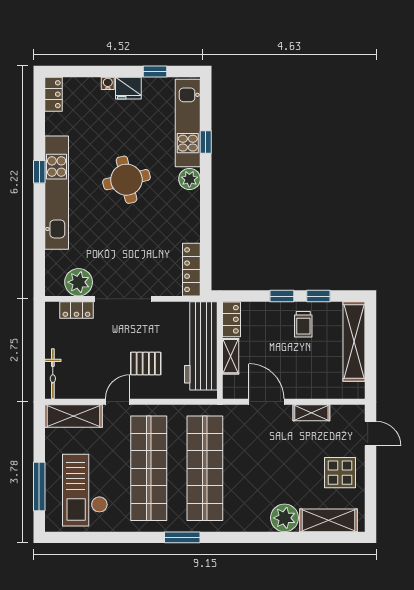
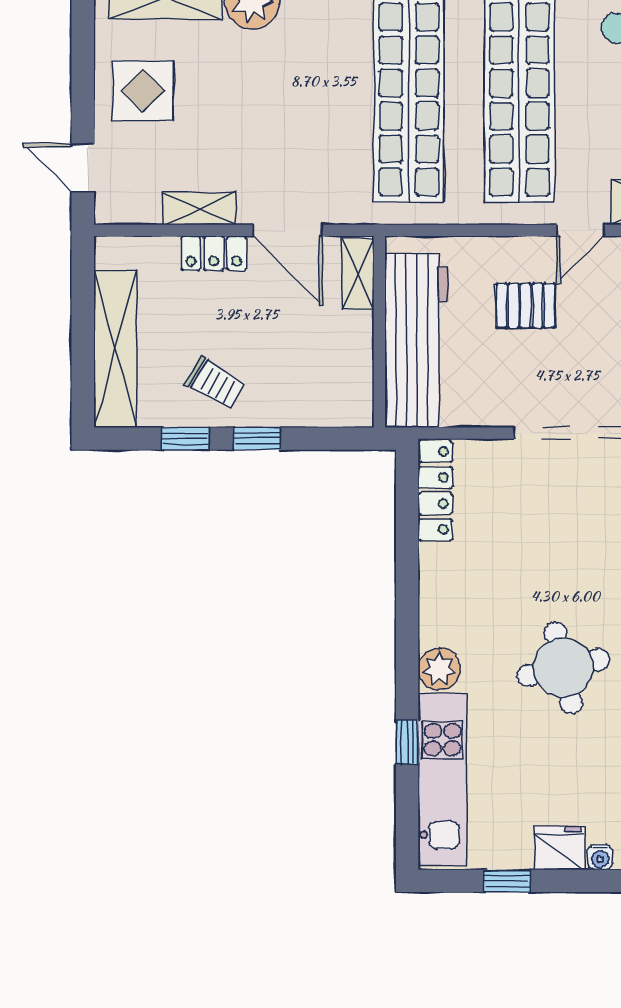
locker: (231, 319) -> (214, 253), moved, turned -90
trolley: (303, 324) -> (215, 383), turned 121
shelving: (231, 356) -> (358, 273), moved

